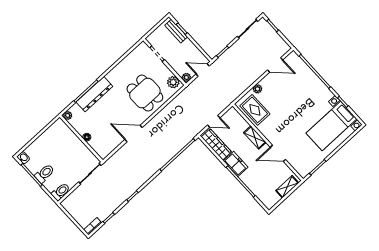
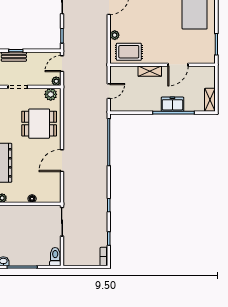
wardrobe: (216, 144) -> (128, 105), removed
freezer: (236, 164) -> (172, 104), moved
toilet: (45, 173) -> (30, 256), removed
shelving: (287, 187) -> (210, 100), moved

